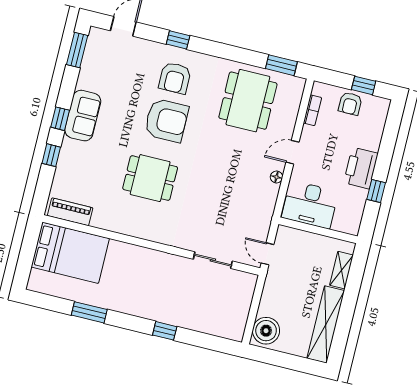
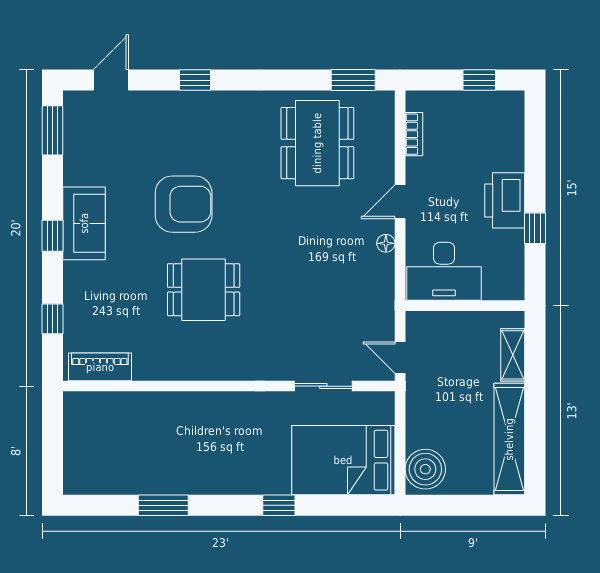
armchair: (175, 78) -> (204, 136), removed
armchair: (350, 104) -> (466, 111), removed
armchair: (166, 120) -> (184, 204), moved
window: (51, 155) -> (53, 319), moved
bed: (70, 253) -> (343, 460), moved, turned 180

